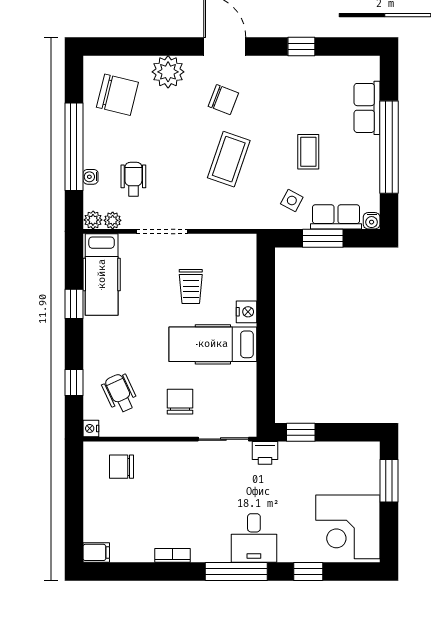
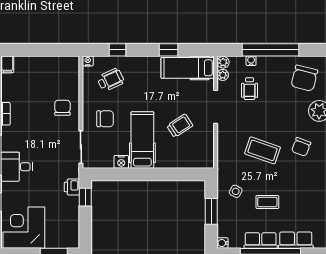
wheelchair: (133, 179) -> (250, 89), turned 90
row of seats: (336, 217) -> (261, 241), moved, turned -90
trolley: (191, 287) -> (180, 126), turned 147
nightstand: (246, 312) -> (121, 162), moved
printer: (265, 453) -> (72, 187), moved
chair: (121, 467) -> (62, 108), moved

